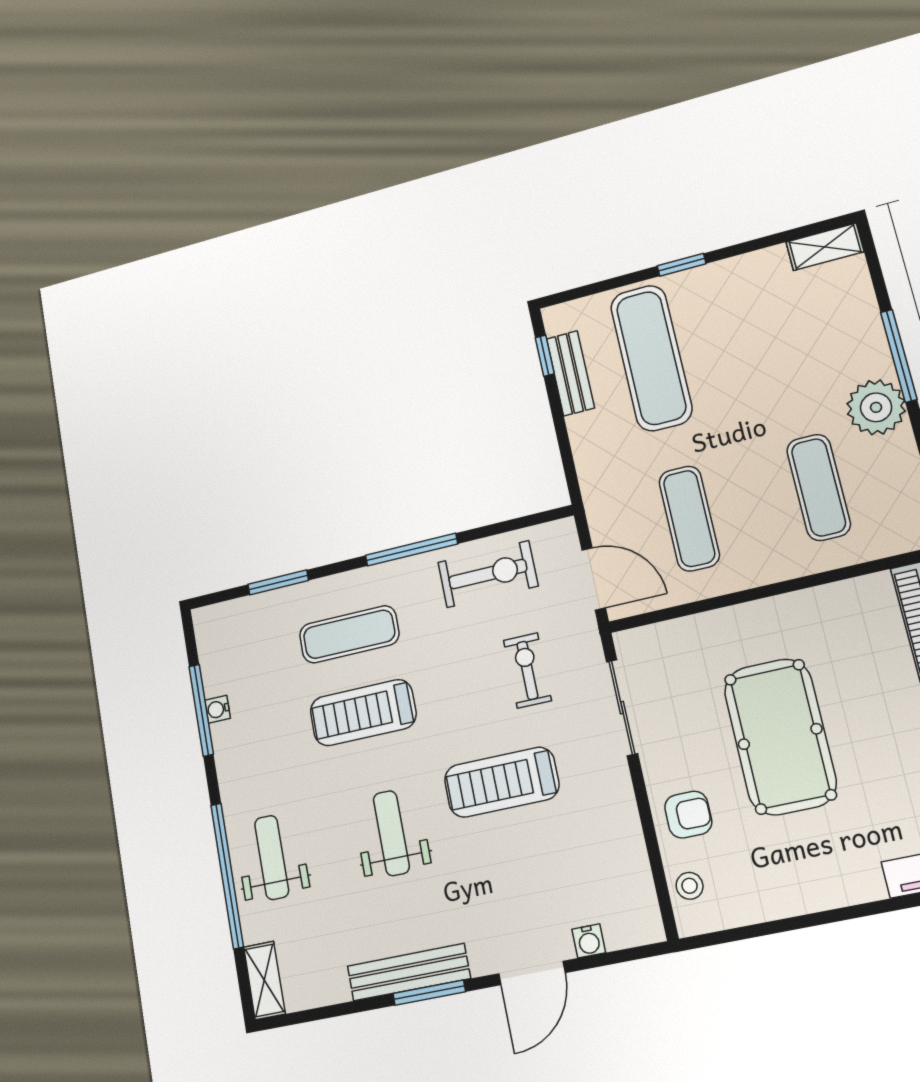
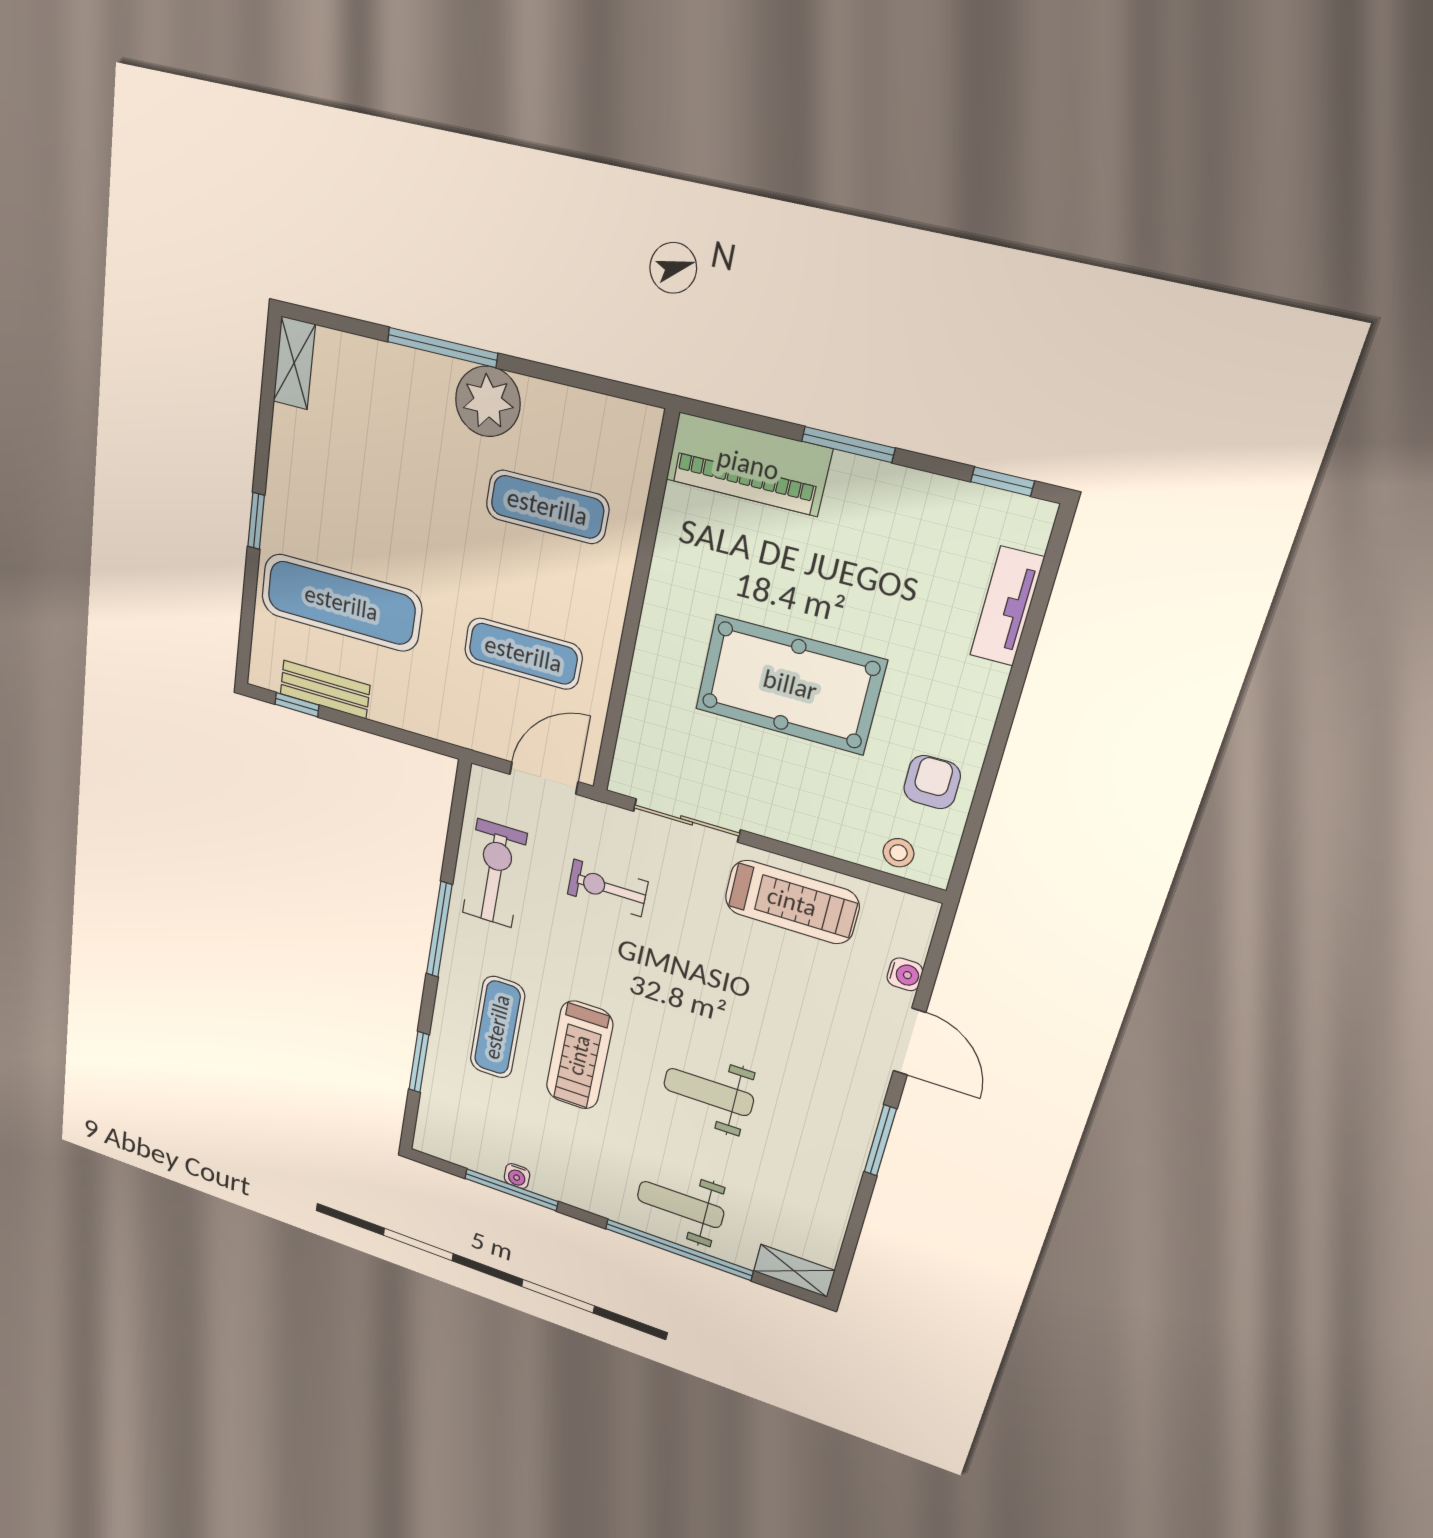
treadmill: (501, 782) -> (792, 902), moved, turned -90
armchair: (688, 815) -> (932, 782), moved
bench: (409, 972) -> (851, 1147), removed

